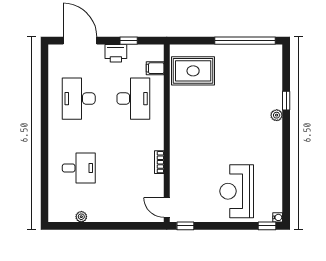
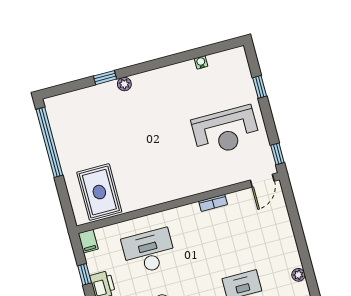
filing cabinet: (155, 68) -> (88, 241), moved
reception desk: (237, 191) -> (226, 131), moved
water cooler: (278, 217) -> (201, 62), moved
window: (267, 226) -> (260, 87), moved

